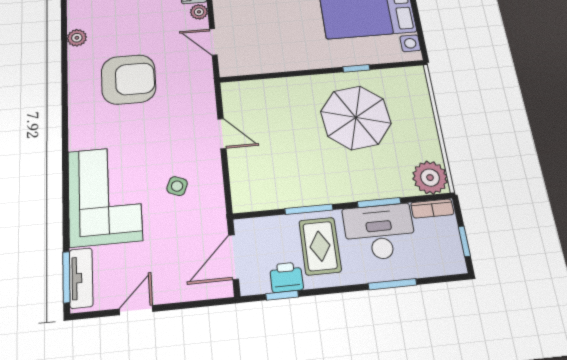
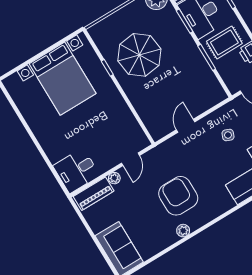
plant: (77, 38) -> (183, 231), moved

